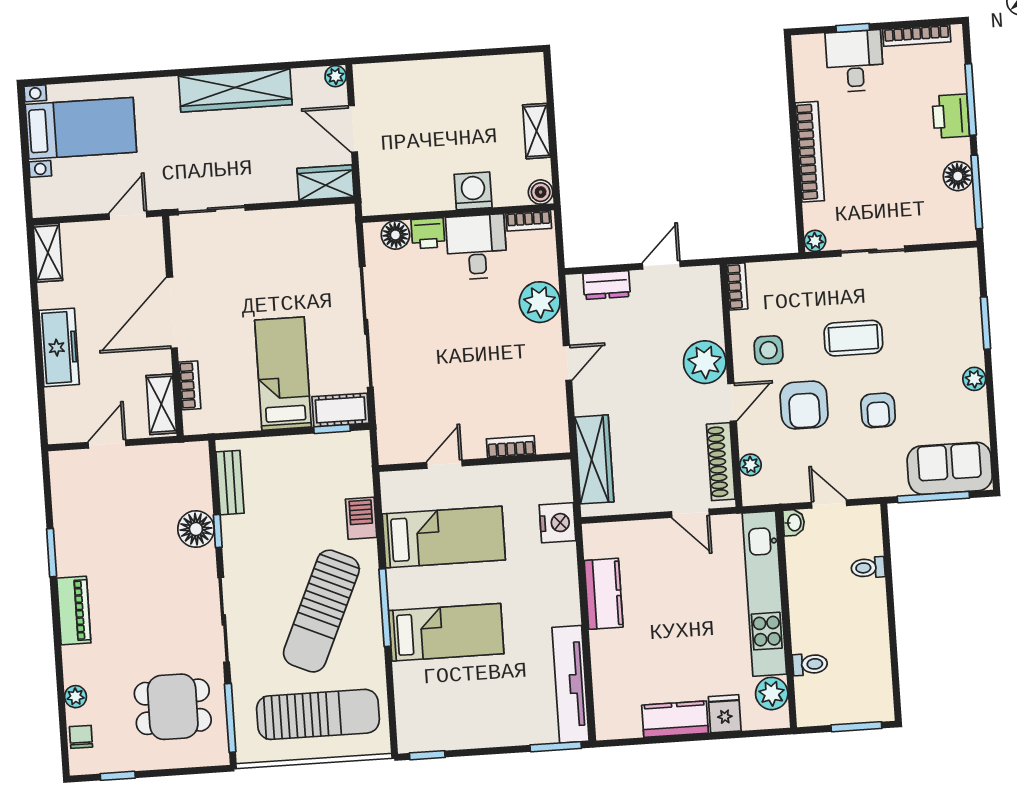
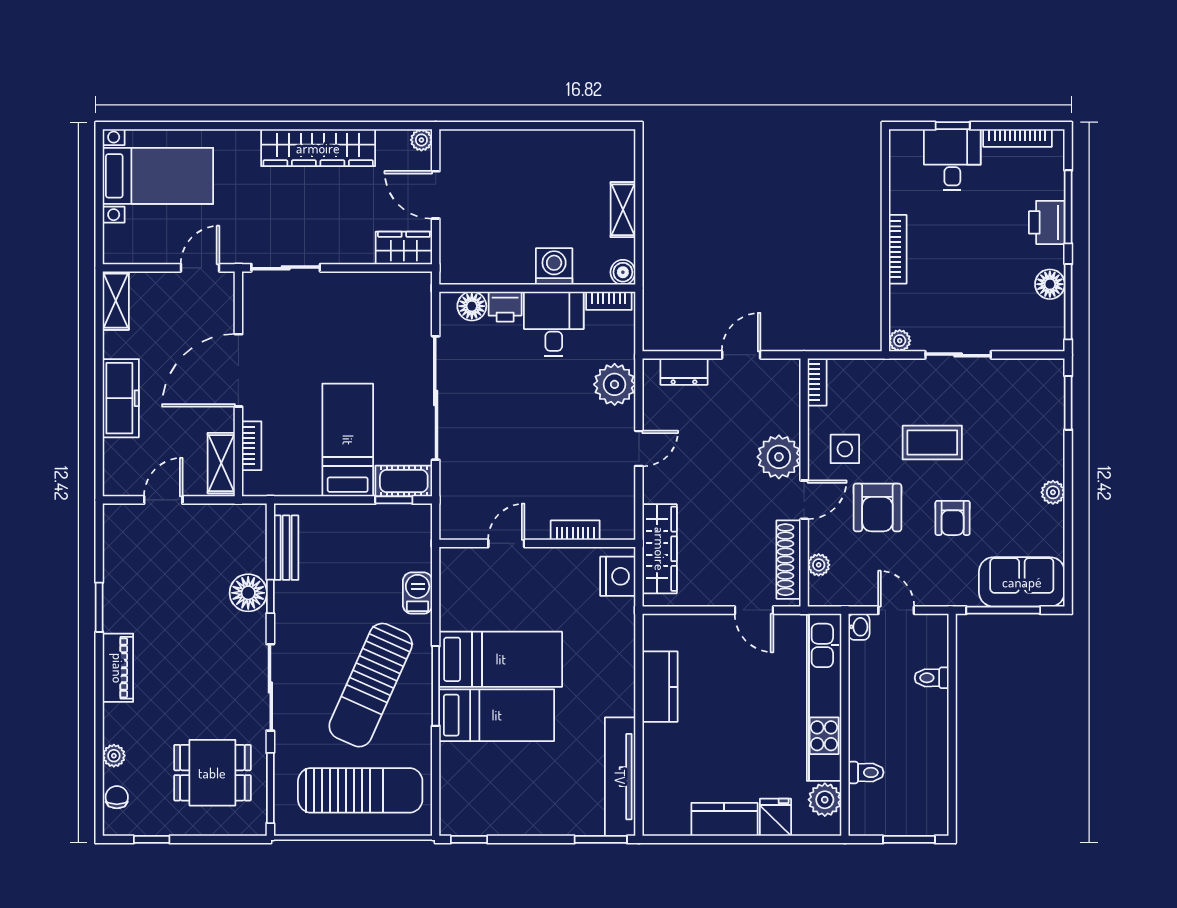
bookcase: (810, 152) -> (898, 249), width x0.68, depth x0.76
window: (985, 323) -> (1068, 403), moved
nightstand: (558, 523) -> (618, 576), moved
bed: (444, 537) -> (501, 659), moved

